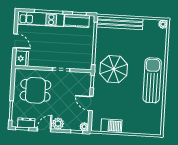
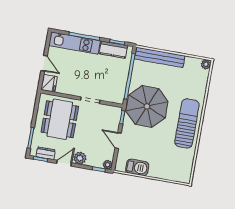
parasol: (114, 69) -> (147, 106), width x1.36, depth x1.36
dining table: (35, 90) -> (60, 119), width x1.38

